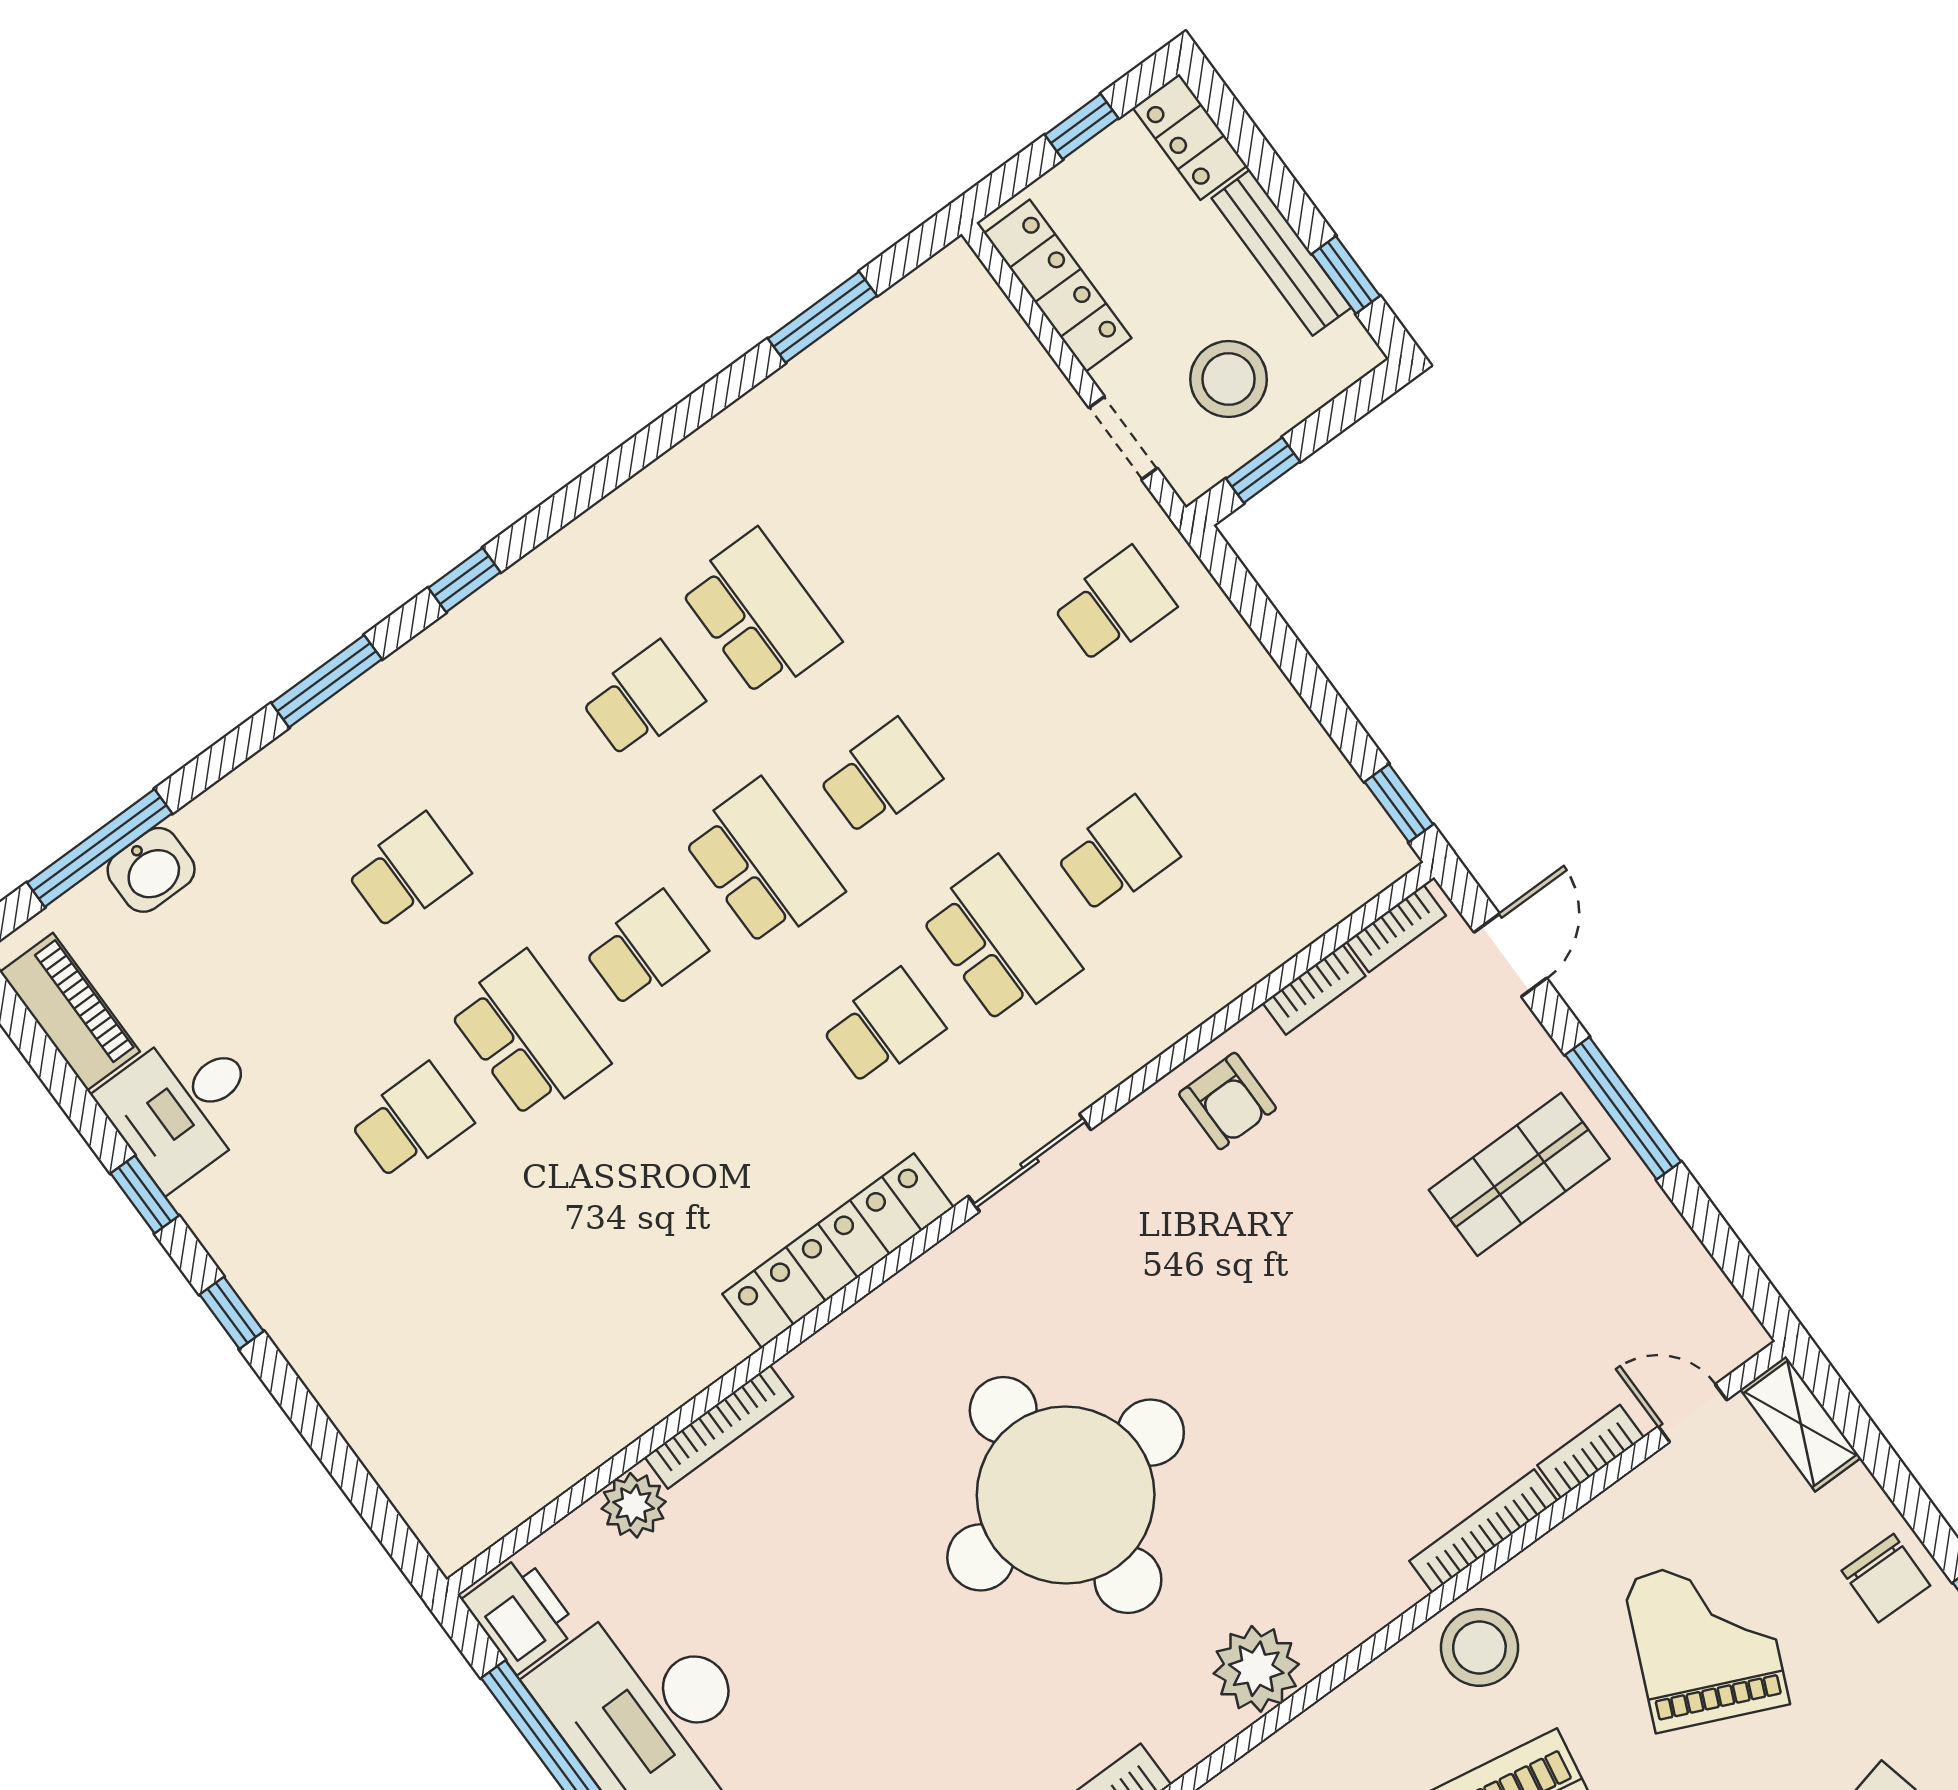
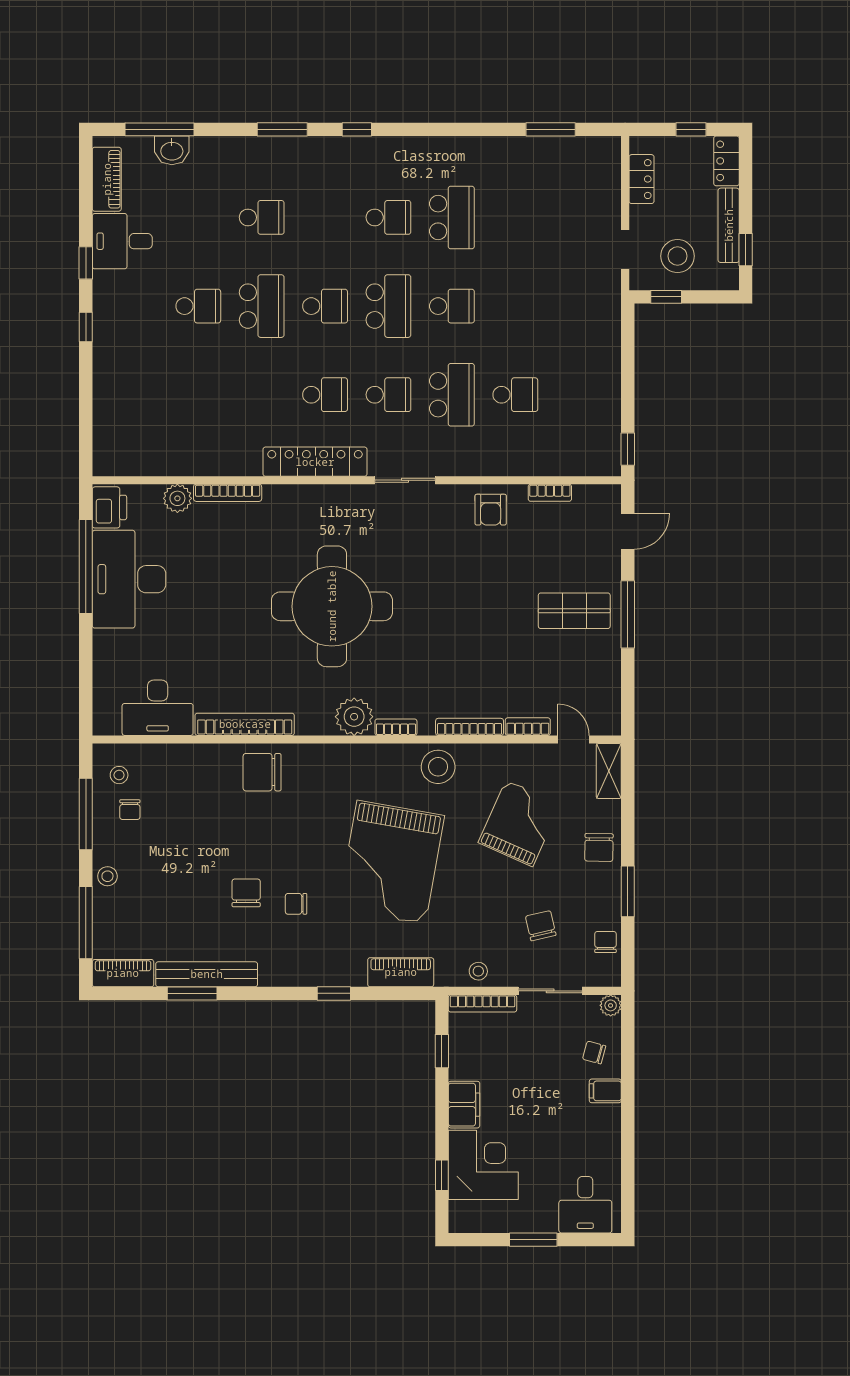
locker: (1058, 286) -> (642, 179), width x0.66
school desk: (1114, 606) -> (325, 395), moved
bookcase: (1396, 929) -> (396, 727), moved, turned 180

